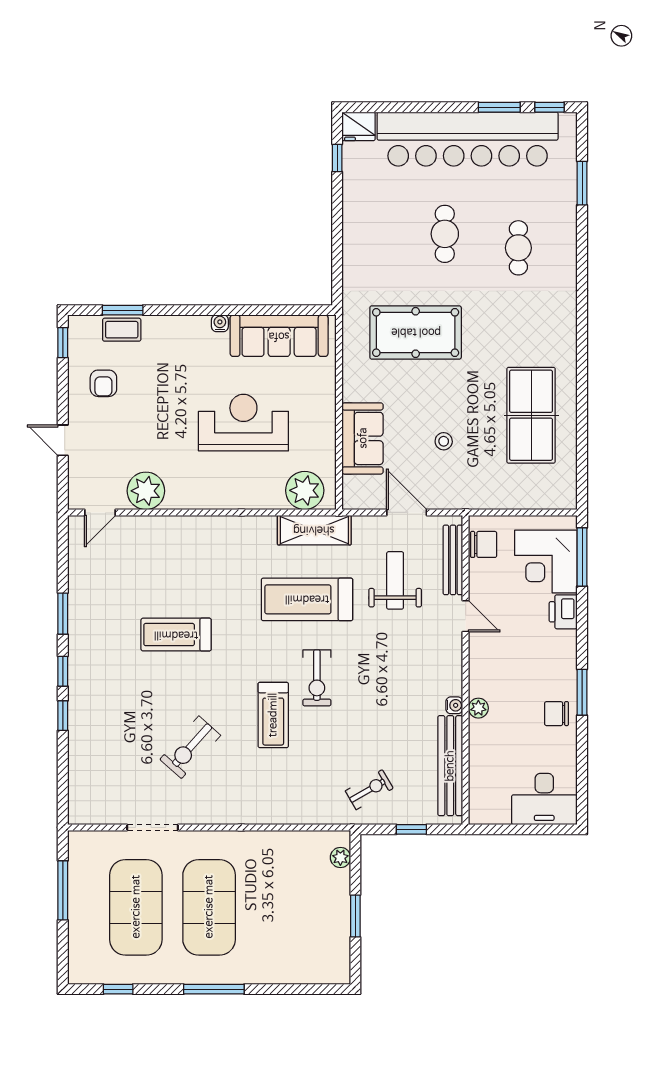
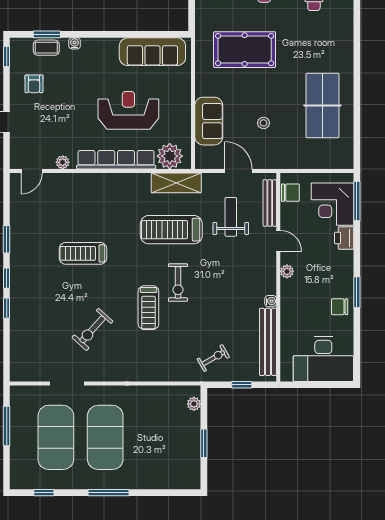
water cooler: (220, 323) -> (75, 43), moved
plant: (146, 491) -> (63, 162), width x0.53, depth x0.53
row of seats: (225, 496) -> (116, 160), added
plant: (478, 708) -> (287, 271), moved
desk: (544, 799) -> (323, 359), width x1.36, depth x1.30

